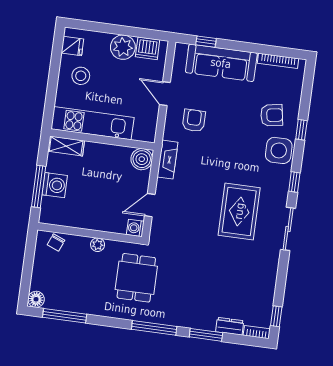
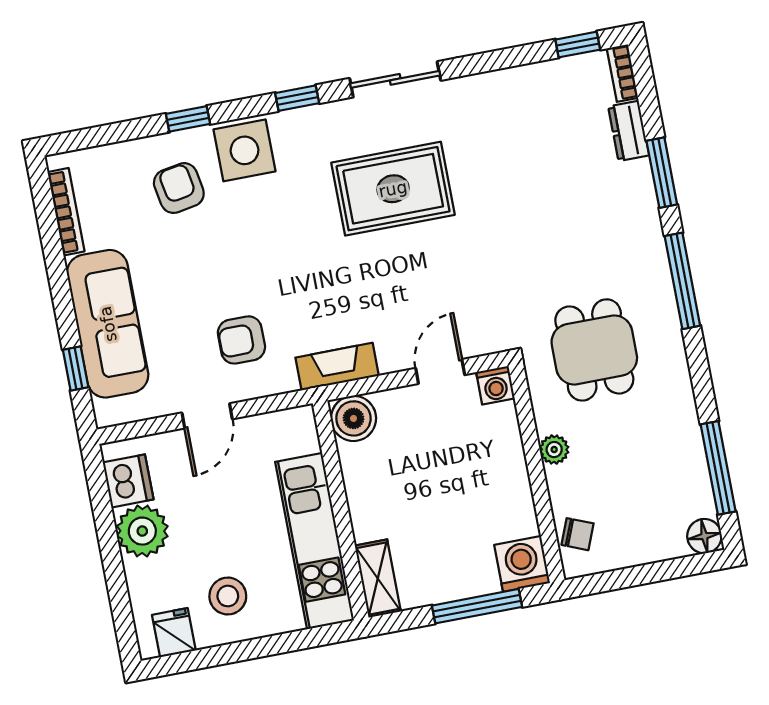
washing machine: (55, 185) -> (522, 564), moved
door: (150, 205) -> (440, 372), swing flipped
dining table: (136, 278) -> (594, 350), turned 90

